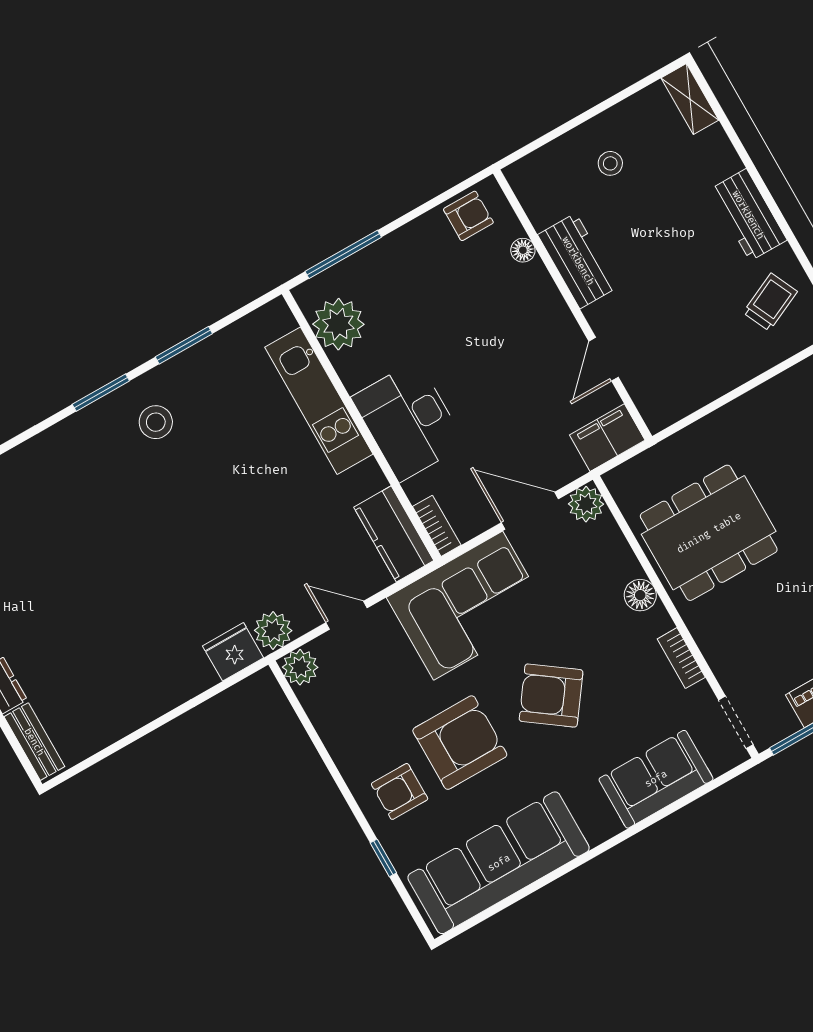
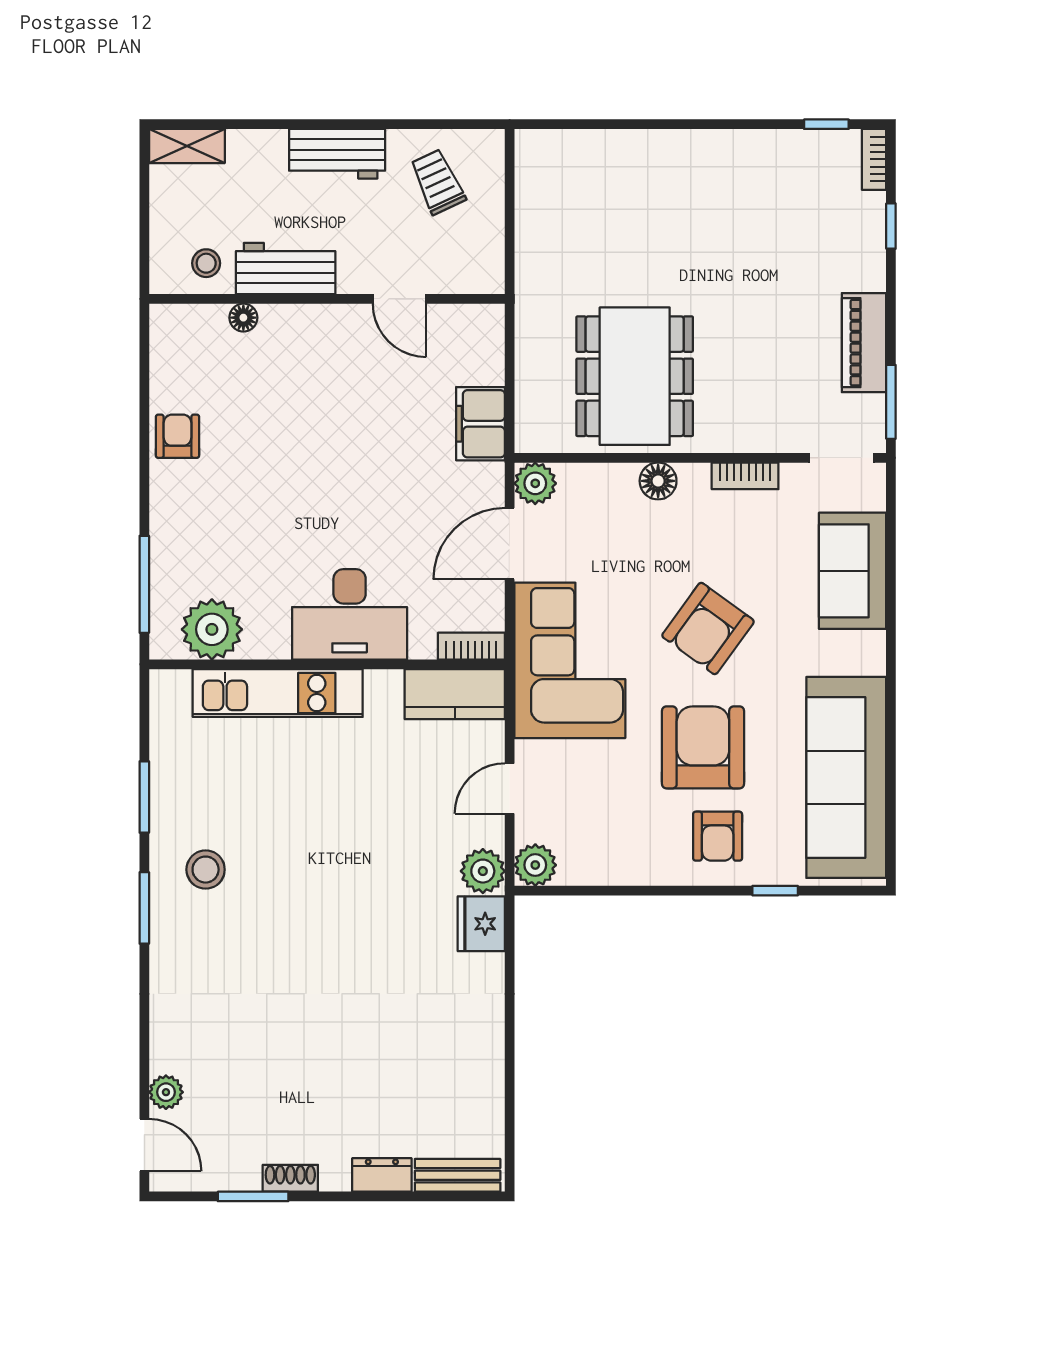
floor lamp: (523, 250) -> (243, 318), moved
workbench: (578, 261) -> (286, 269), moved
wall: (573, 305) -> (327, 299), moved
door: (604, 359) -> (399, 299), moved

